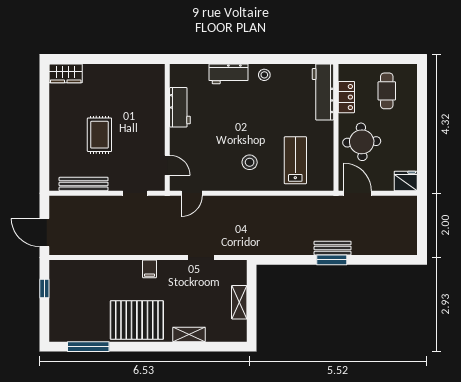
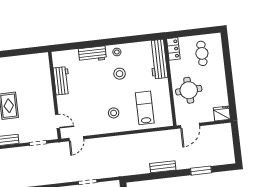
locker: (346, 97) -> (173, 49), moved
stool: (265, 107) -> (120, 74), added
door: (358, 193) -> (190, 126), swing flipped
bench: (333, 248) -> (163, 167), moved
window: (332, 260) -> (201, 171), moved

